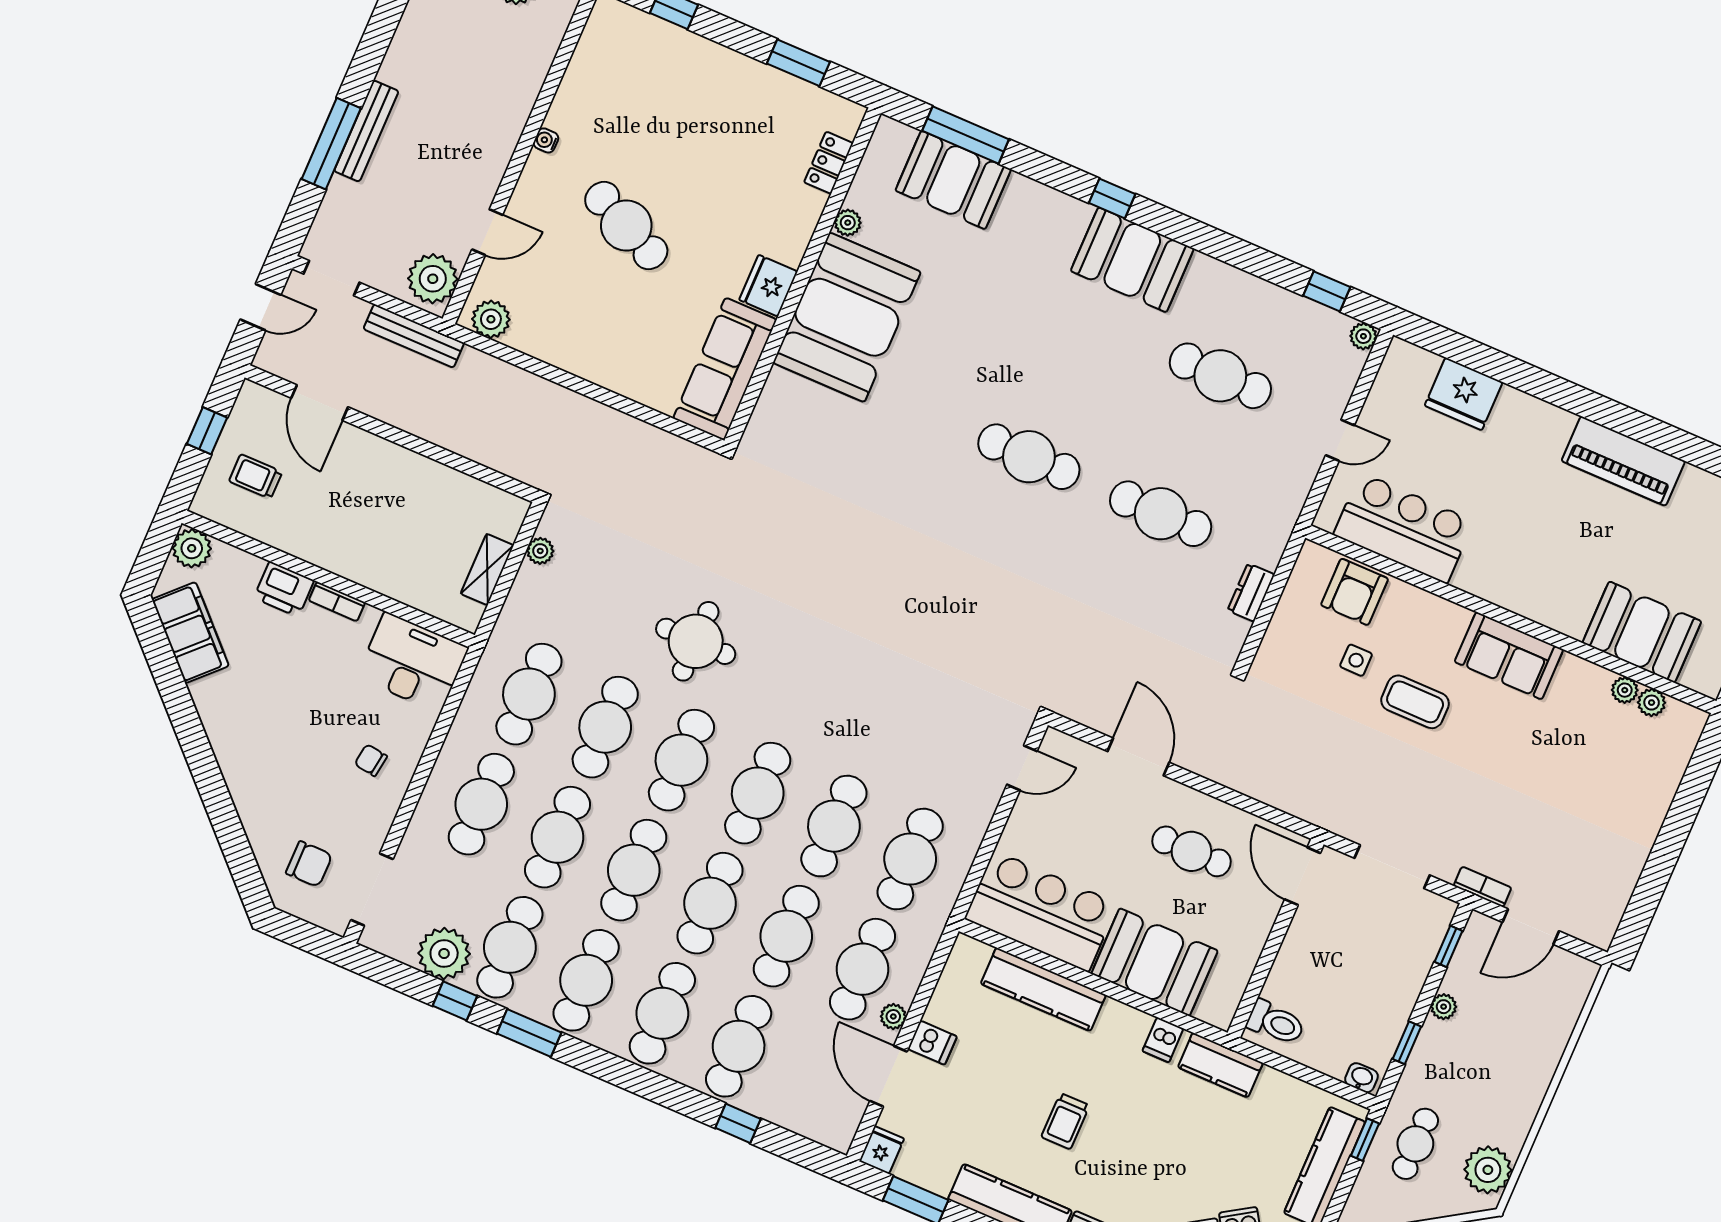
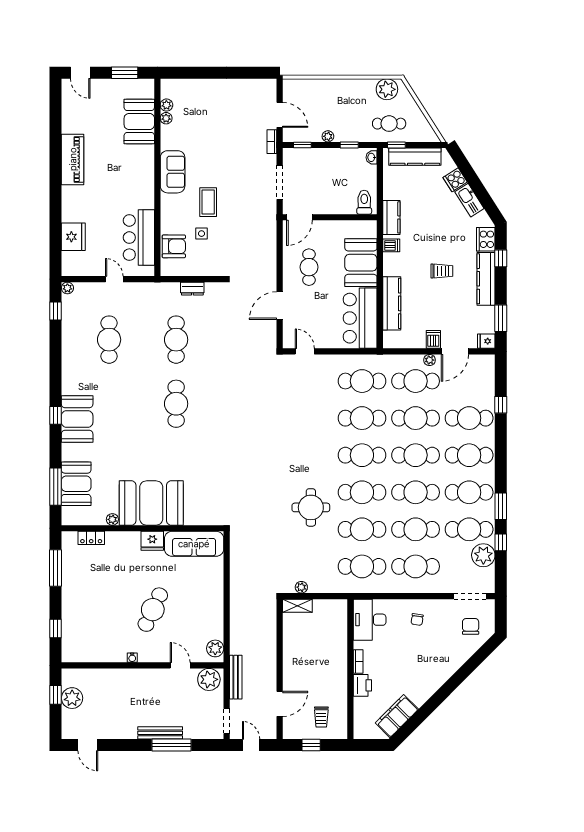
window: (798, 63) -> (56, 568), width x1.44
booth: (1132, 260) -> (77, 419), moved
plant: (192, 548) -> (362, 730), removed
shelving: (487, 569) -> (297, 606), moved

